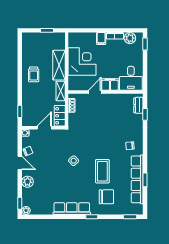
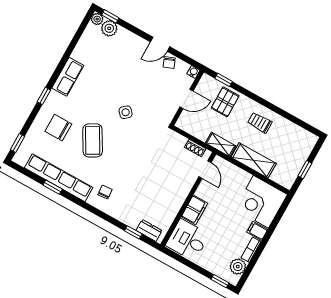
corner desk: (82, 61) -> (261, 202), moved, turned 90
door: (95, 92) -> (205, 170), moved
pallet: (33, 103) -> (225, 102), added
locker: (60, 116) -> (191, 126), removed
door: (44, 128) -> (186, 99), hinge flipped
coffee table: (102, 171) -> (93, 140), turned 60
plant: (28, 182) -> (109, 28), moved
chair: (106, 197) -> (58, 128), turned 90
row of seats: (72, 209) -> (68, 77), width x0.68

